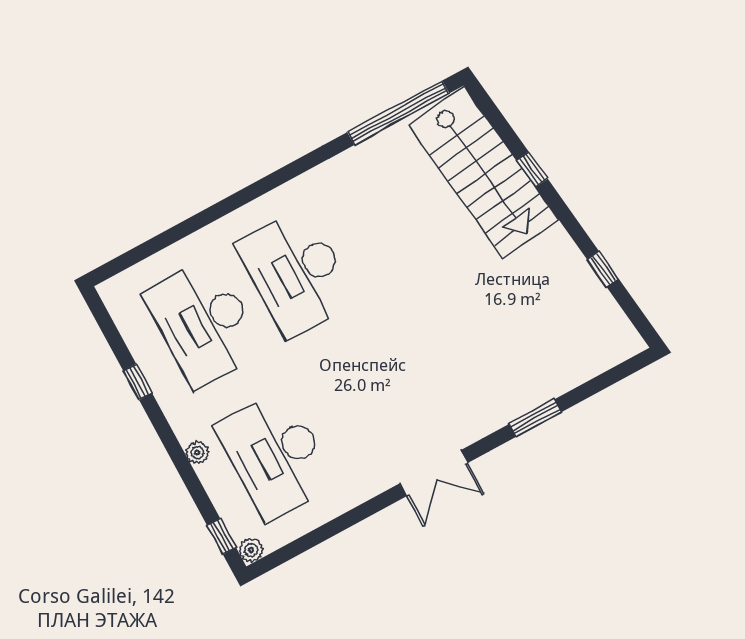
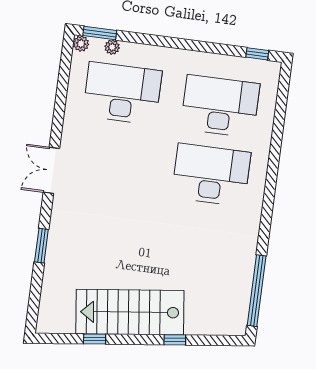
stairs: (484, 172) -> (130, 312), moved
window: (138, 382) -> (257, 54), moved
plant: (197, 453) -> (112, 47), moved
window: (221, 536) -> (100, 33), width x1.50

